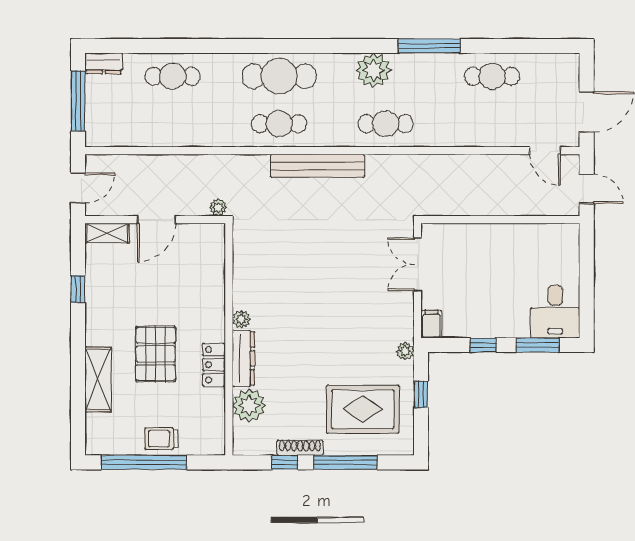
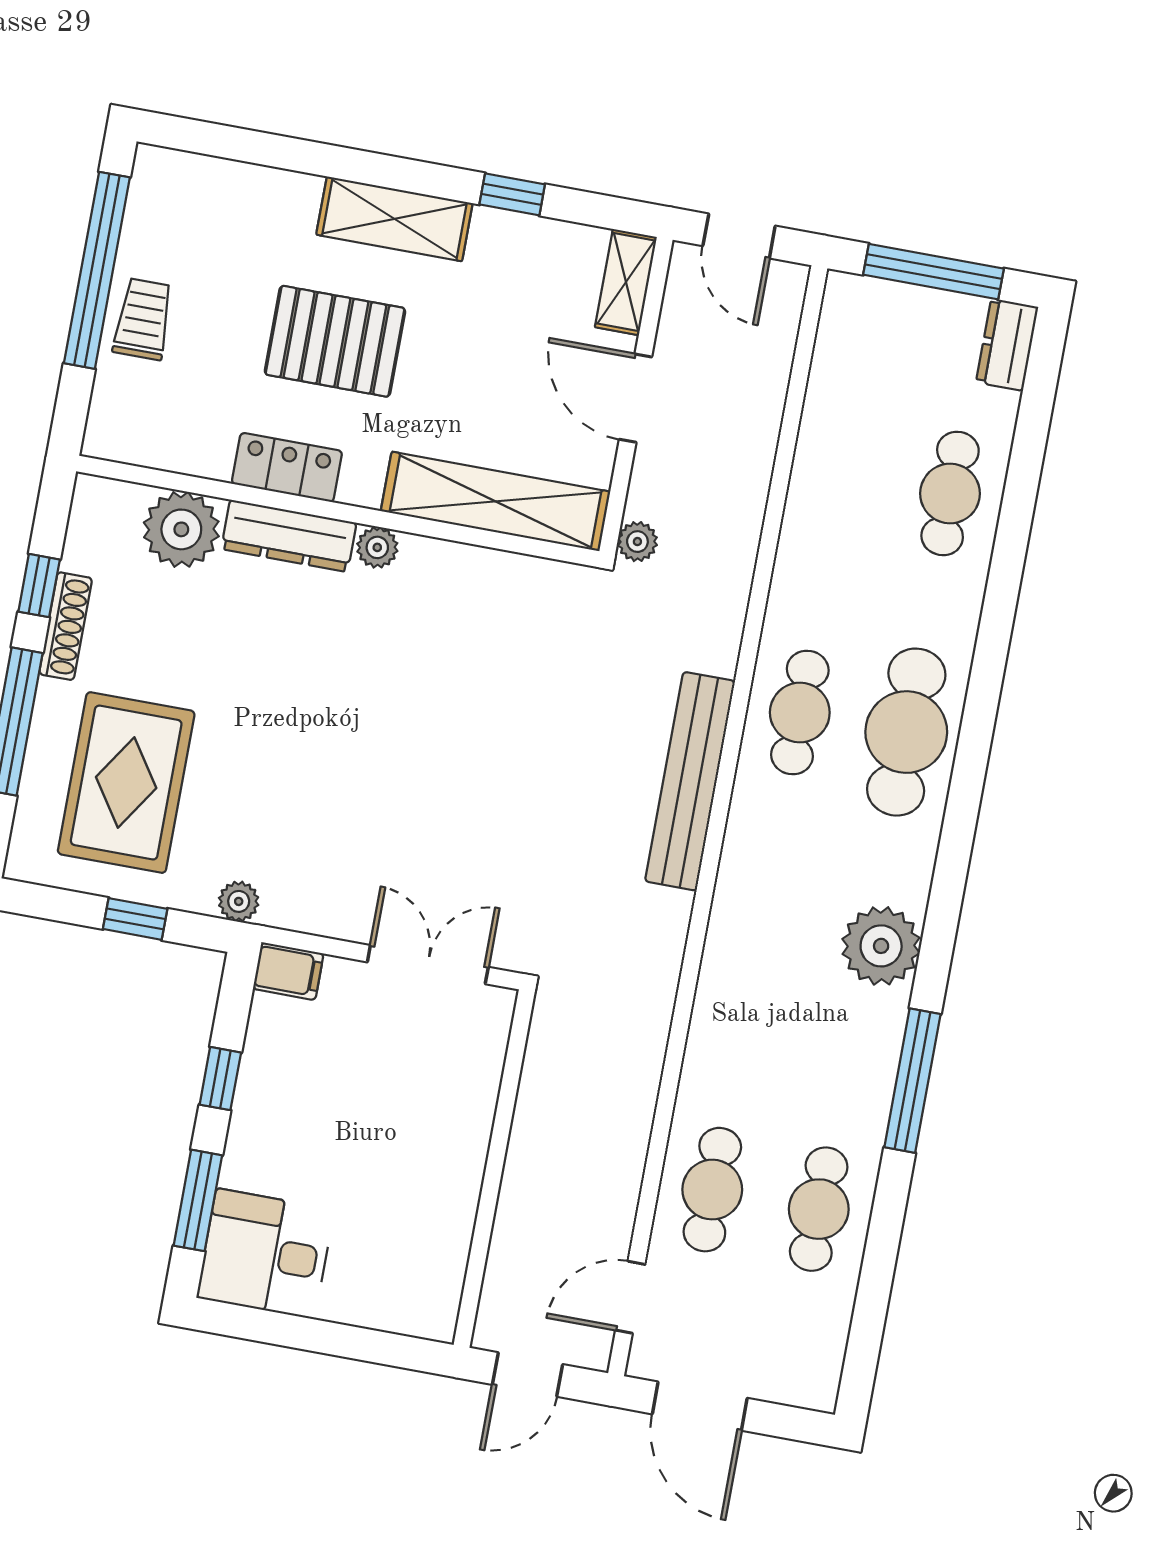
cafe table: (386, 124) -> (712, 1190), moved
shelving: (212, 272) -> (496, 501), added
shelving: (98, 380) -> (394, 219), moved

